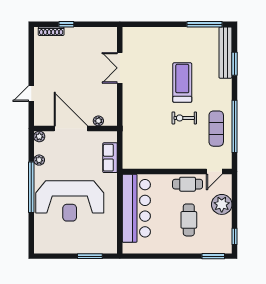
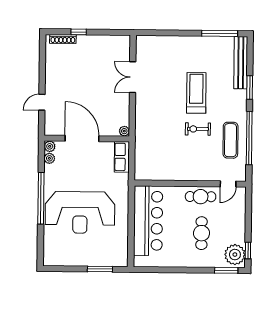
window: (234, 64) -> (250, 87), moved
plant: (98, 121) -> (124, 131), moved
row of seats: (110, 158) -> (122, 157), moved
plant: (39, 160) -> (49, 158), moved
plant: (222, 204) -> (235, 255), moved

